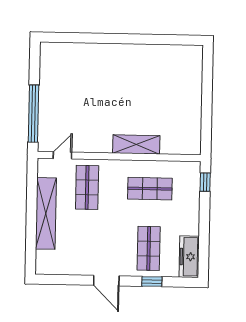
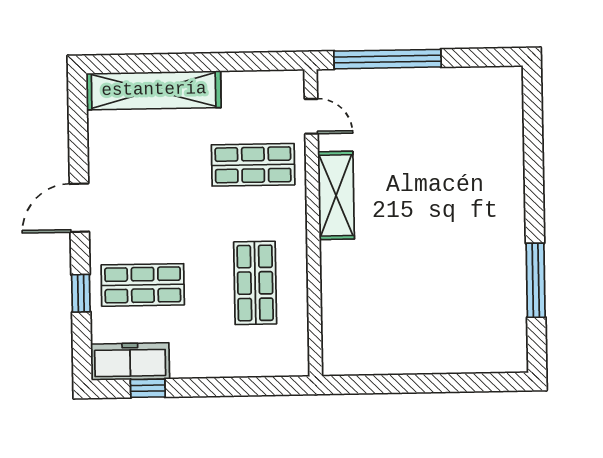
window: (154, 39) -> (536, 280), added
shelving: (136, 144) -> (336, 195), moved
window: (205, 182) -> (148, 388), moved
shelving: (46, 213) -> (154, 90), moved

